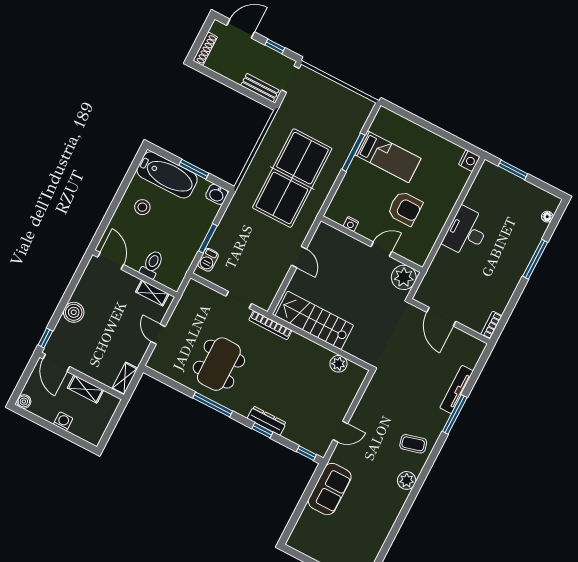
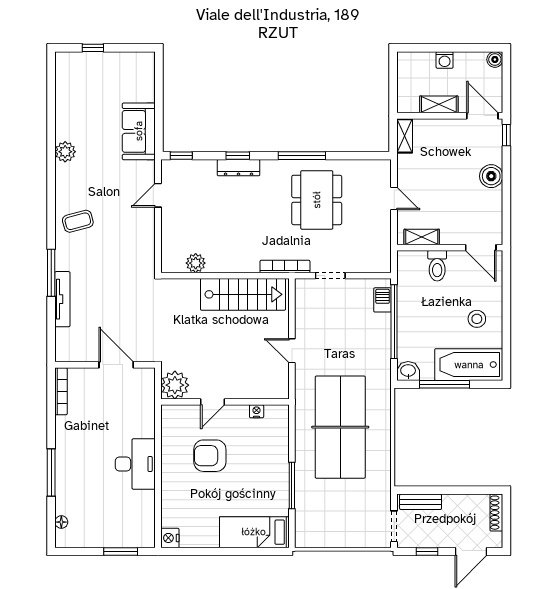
bed: (388, 157) -> (254, 532), moved
window: (194, 169) -> (445, 384), width x1.44
window: (208, 238) -> (394, 322), width x2.11
bookcase: (491, 325) -> (61, 391), width x1.56
plant: (407, 480) -> (65, 152), moved

